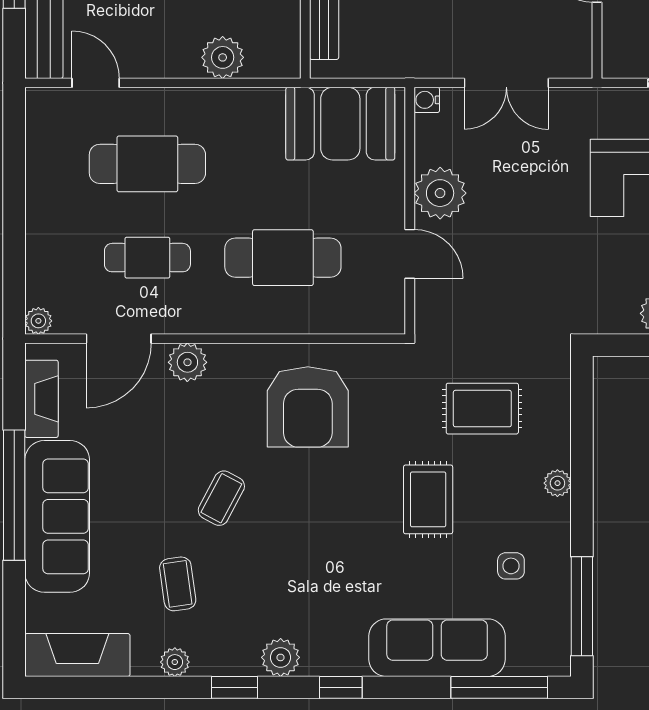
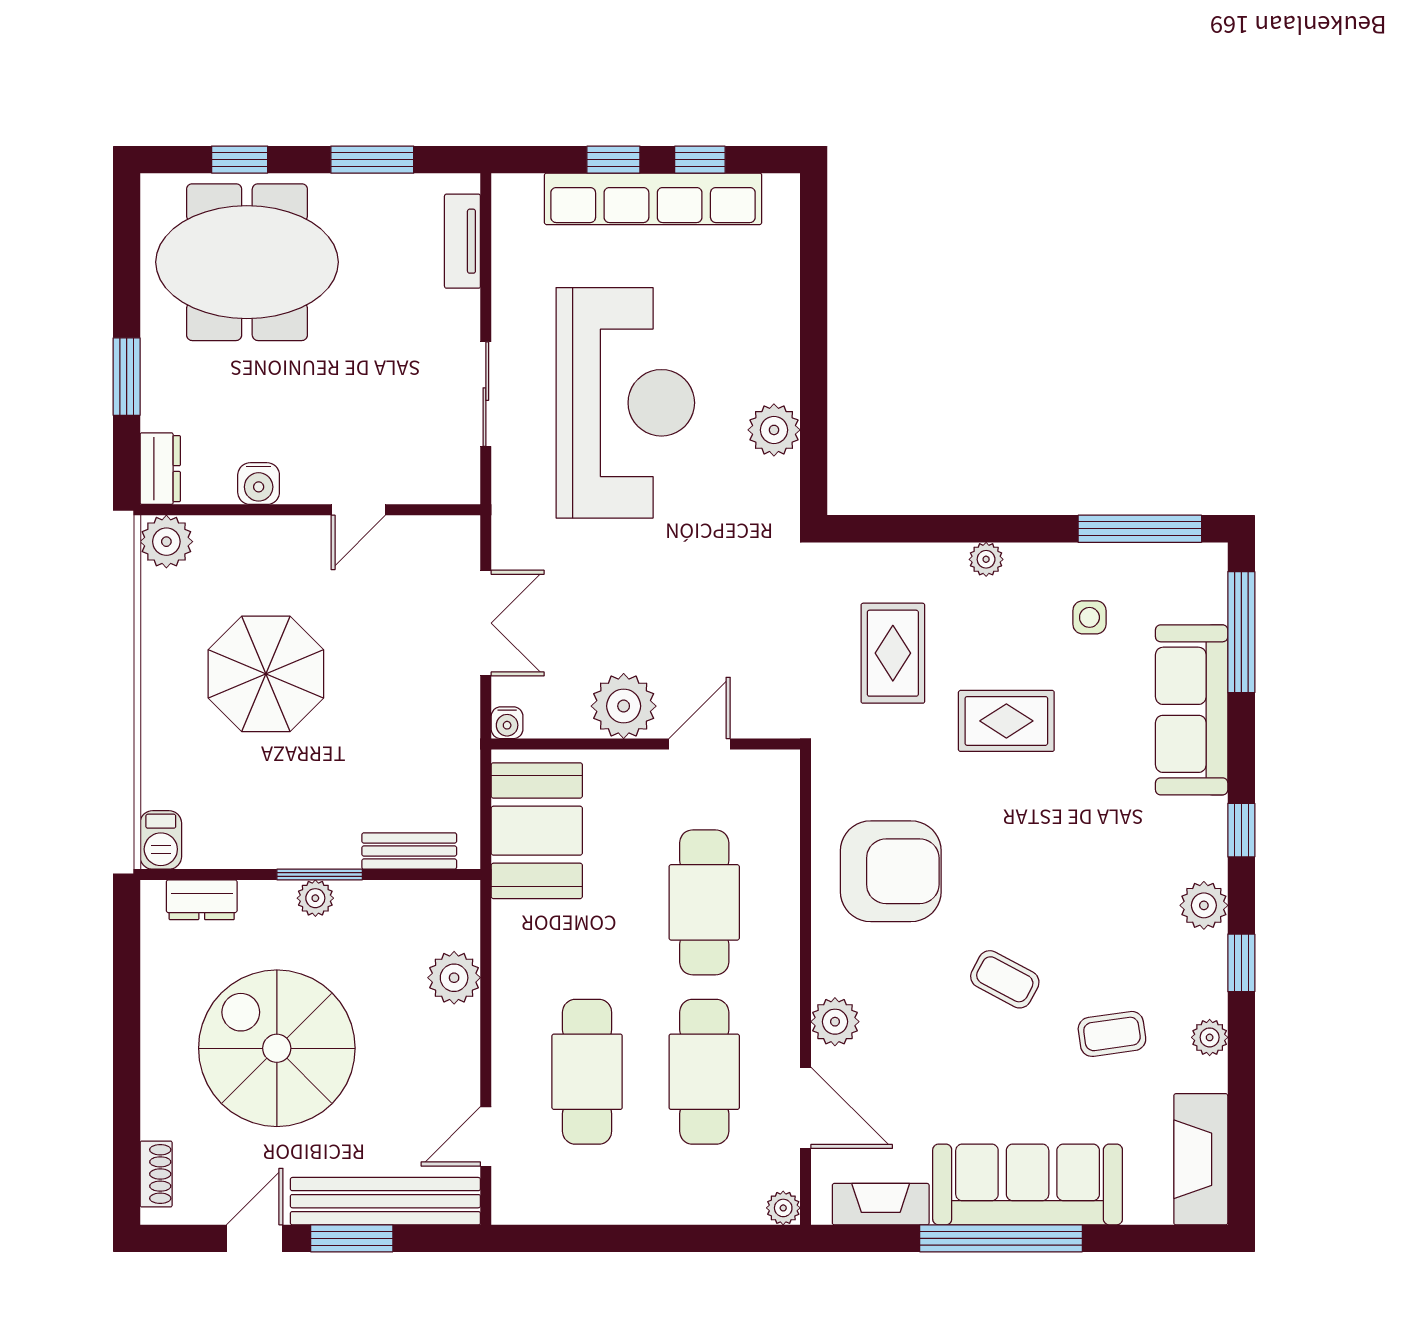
cafe table: (147, 258) -> (704, 1072), width x1.37, depth x1.35

